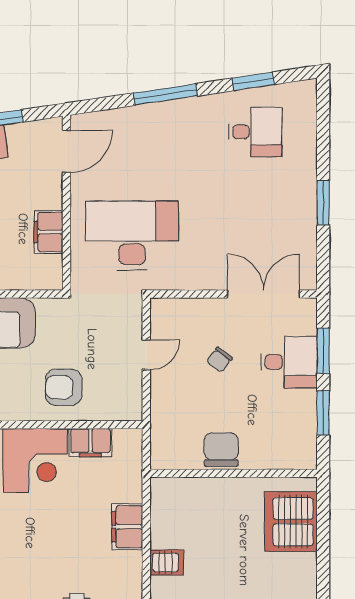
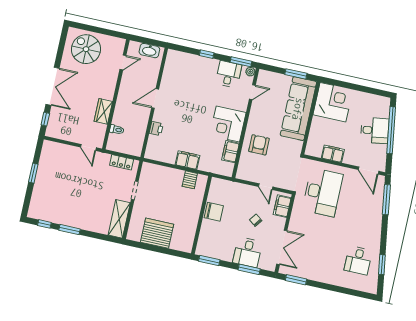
window: (165, 94) -> (386, 200), moved
window: (323, 203) -> (296, 280), moved
filing cabinet: (179, 312) -> (282, 206), added
window: (323, 413) -> (209, 261), moved
server rack: (291, 522) -> (157, 233), moved
server rack: (167, 563) -> (190, 180), moved

